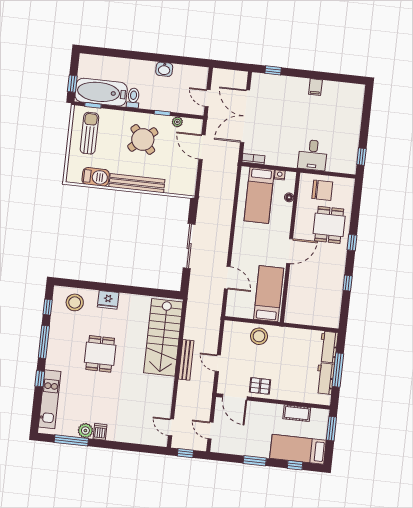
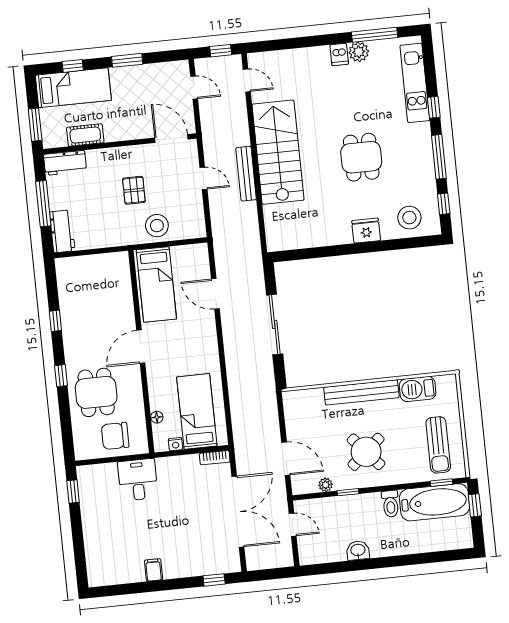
stairs: (163, 337) -> (278, 152), moved
workbench: (325, 379) -> (65, 163), moved, turned 90
pallet: (260, 386) -> (134, 190), moved, turned 90

